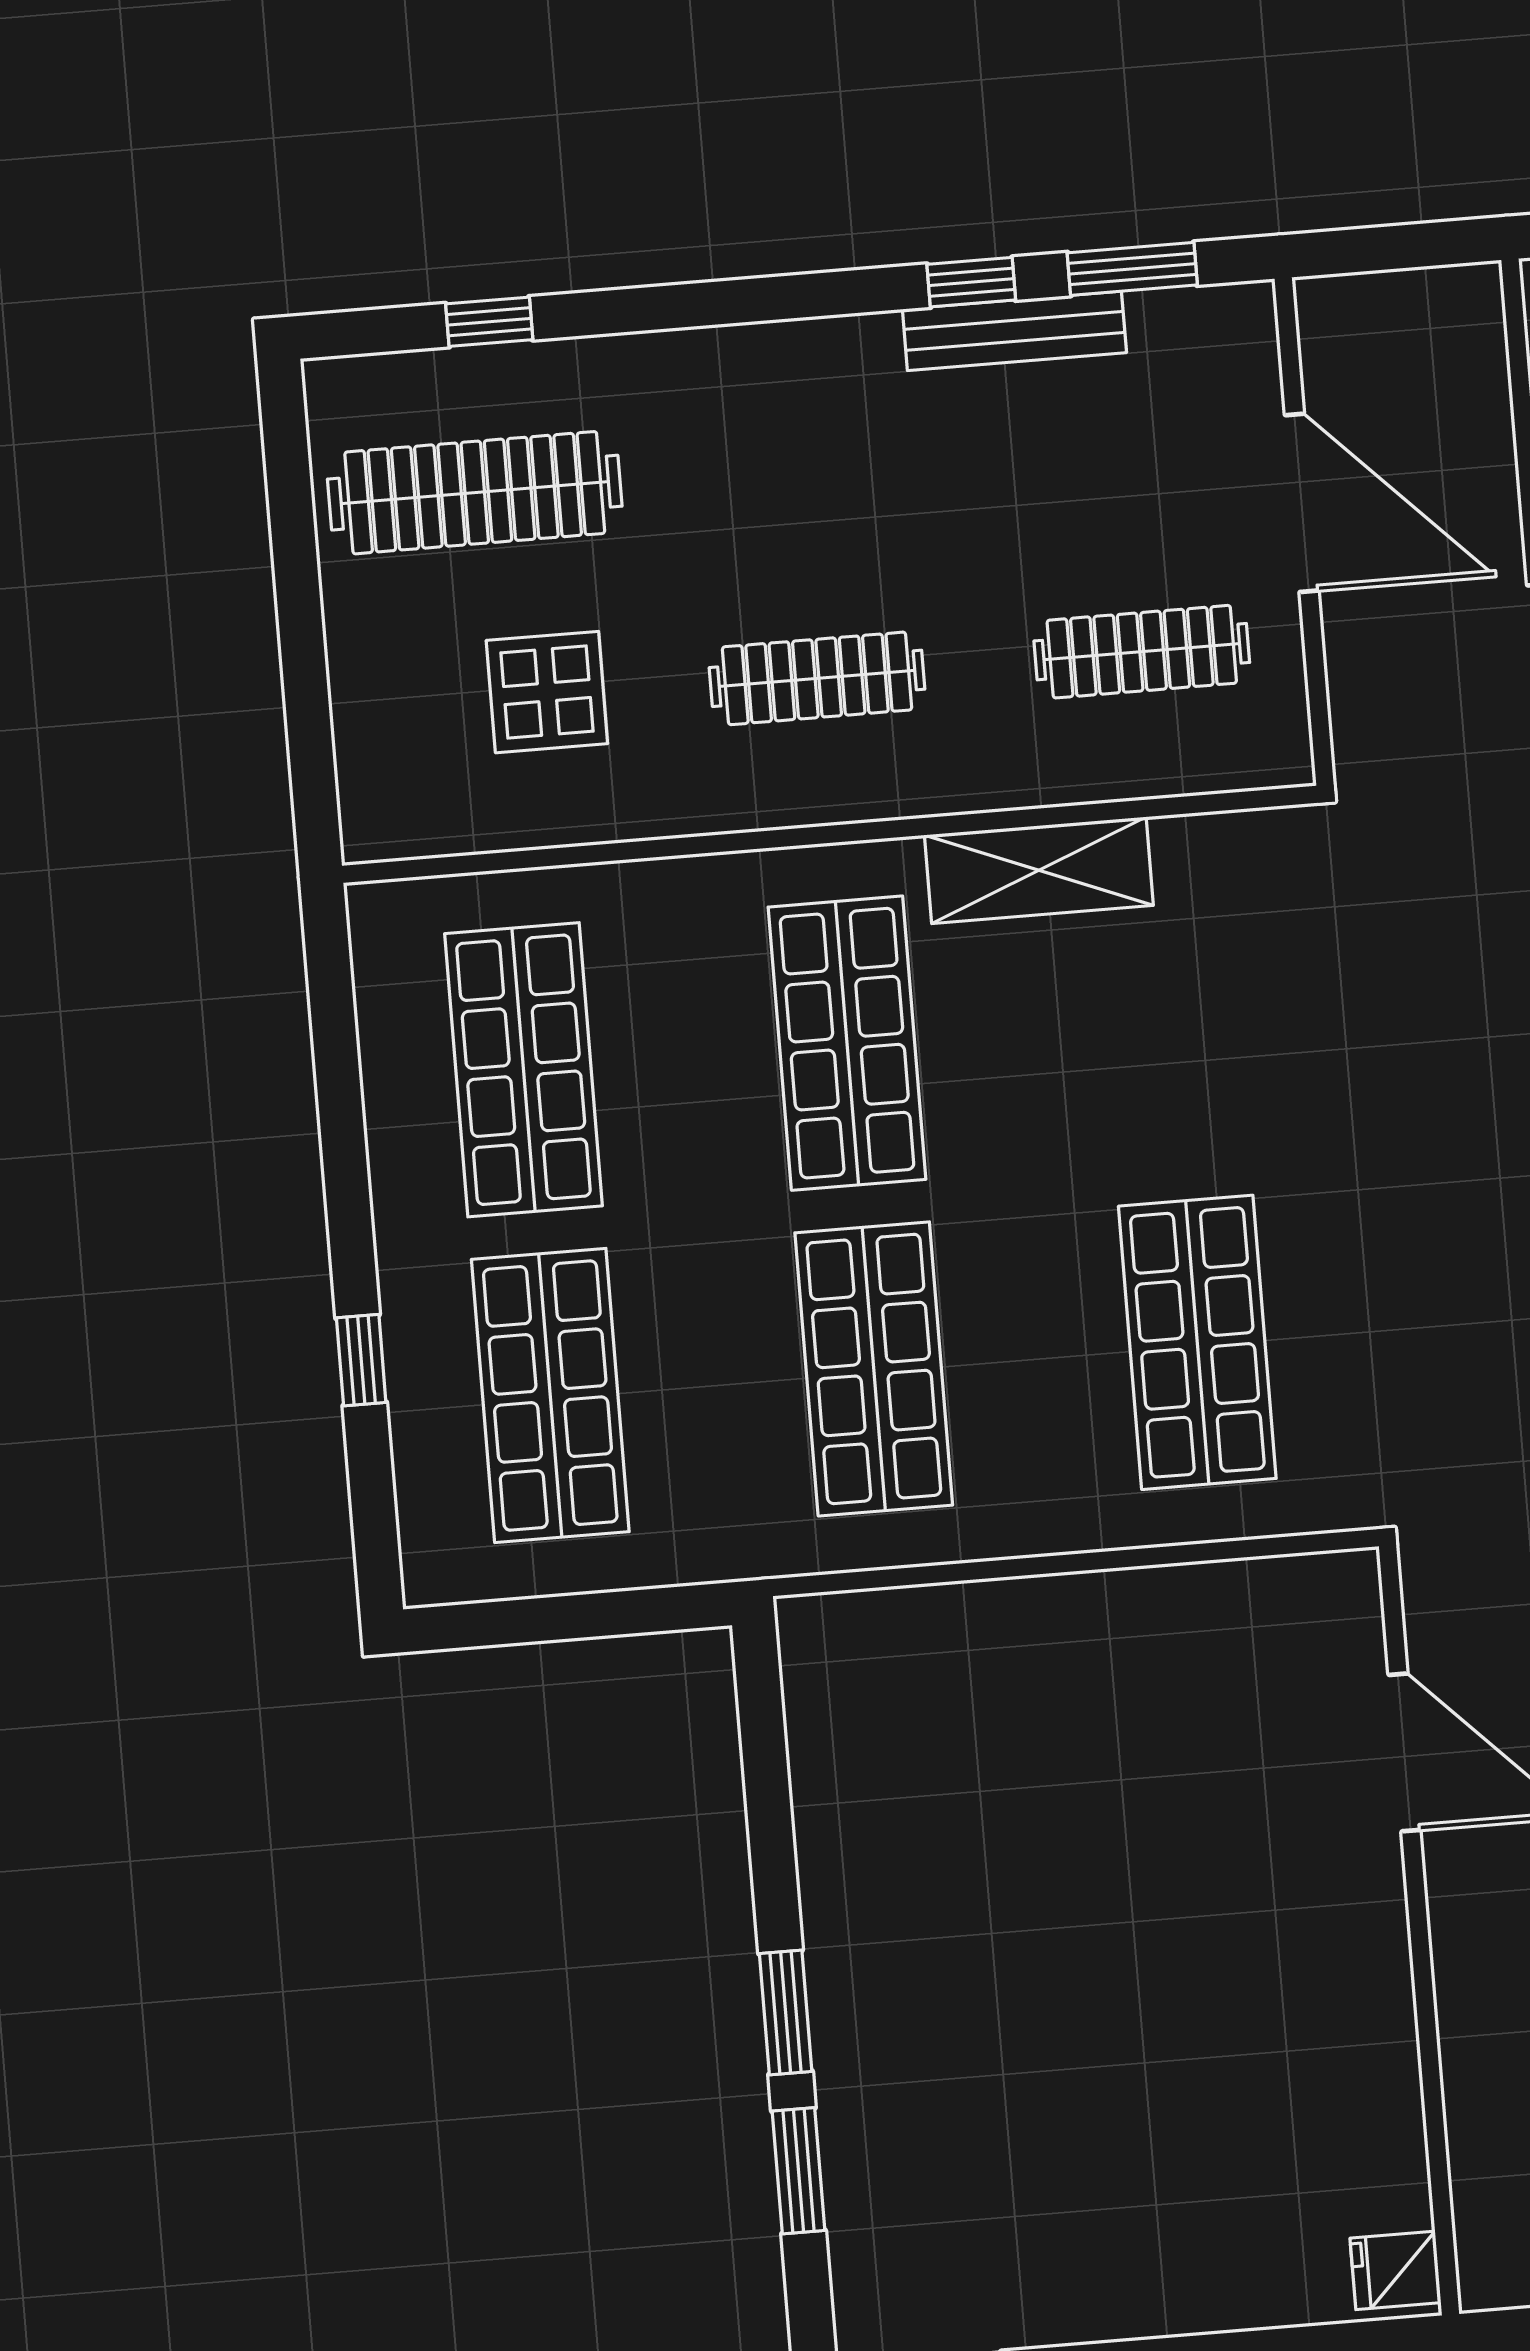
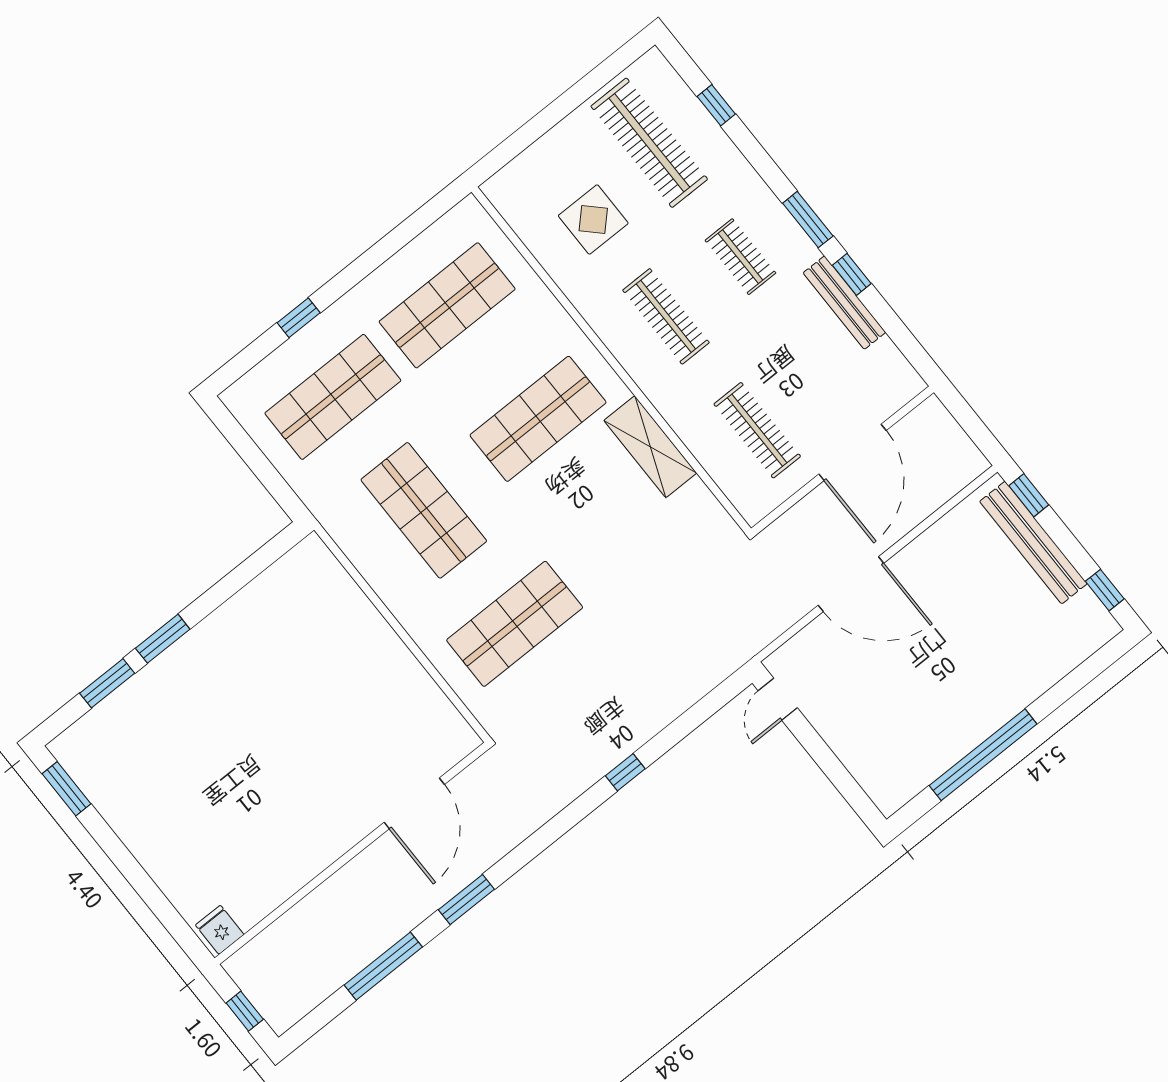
window: (1132, 269) -> (808, 220), moved
clothes rail: (800, 466) -> (740, 257), added
shop shelf: (874, 1369) -> (424, 510), turned 90

